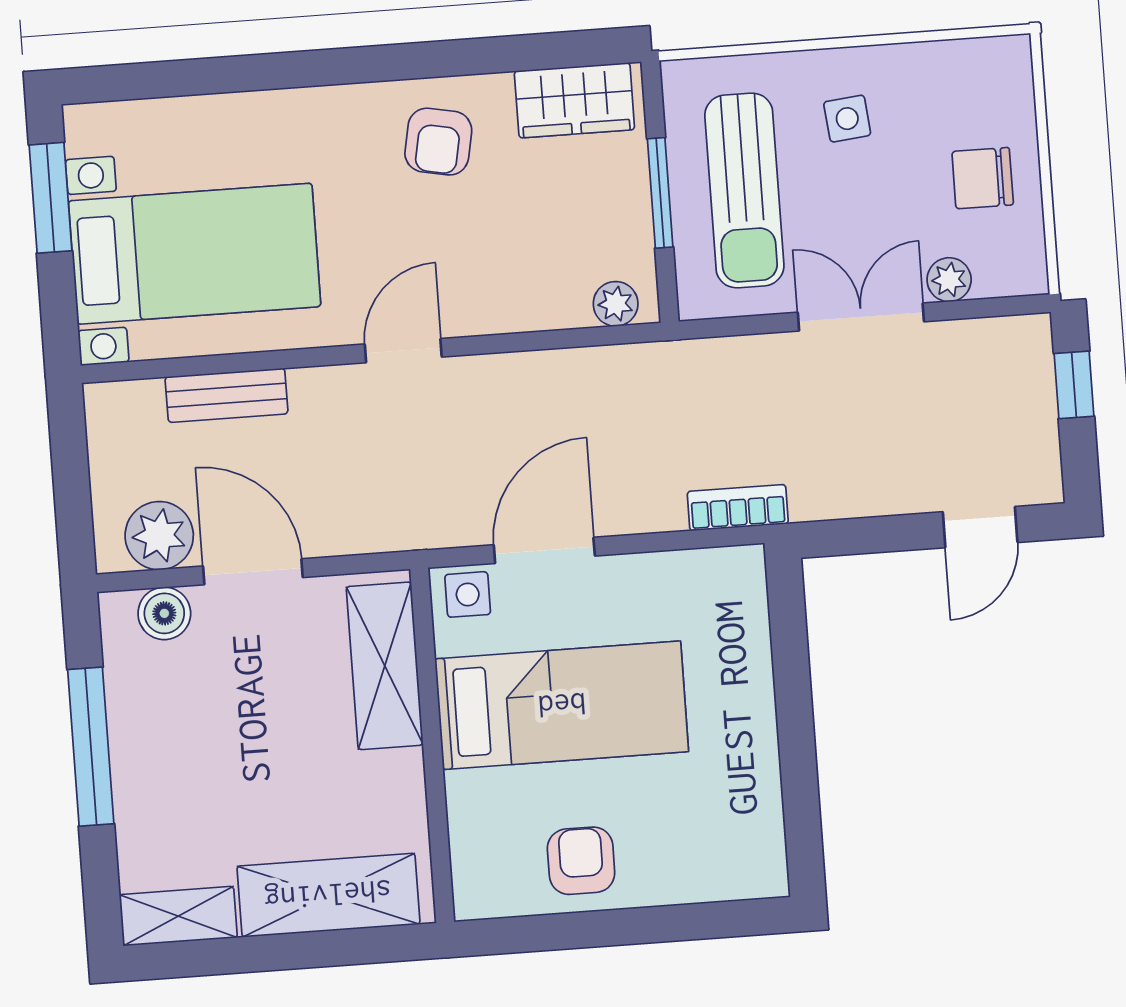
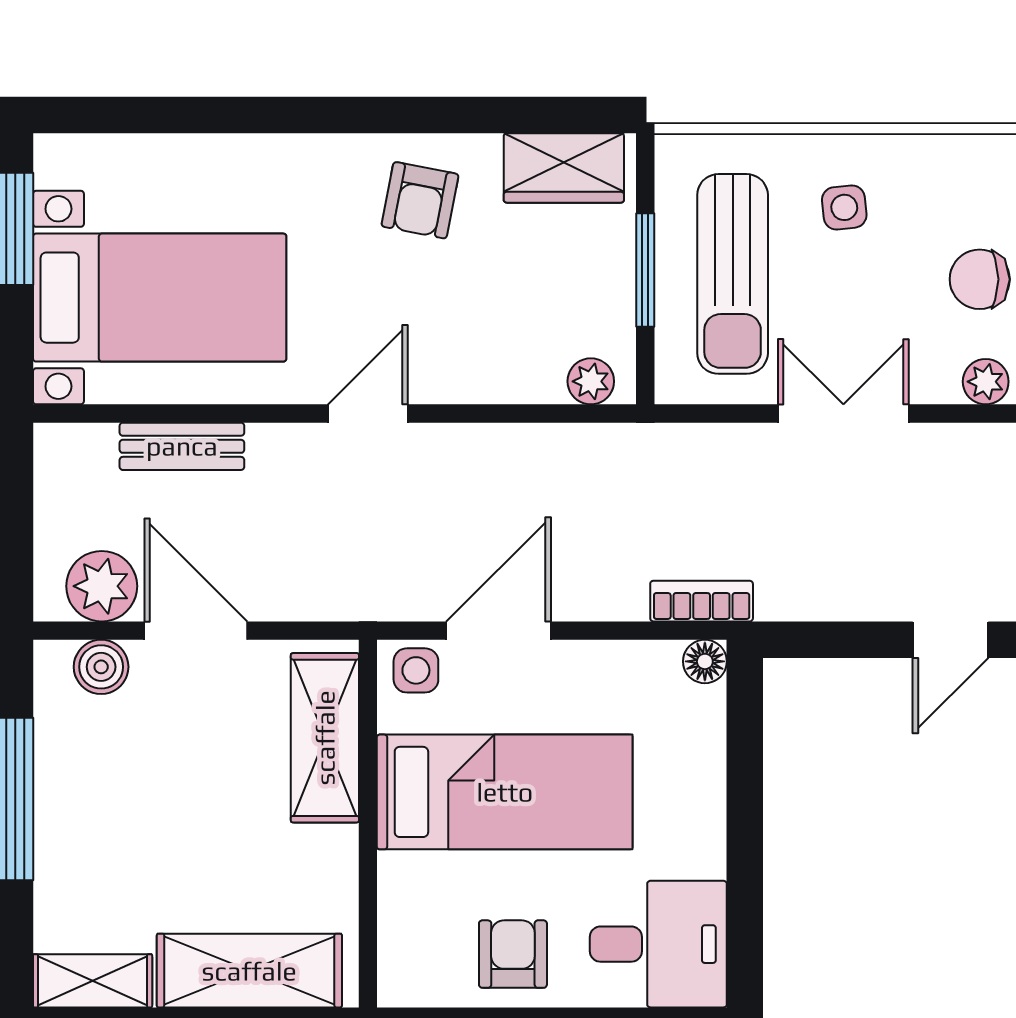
plant: (949, 280) -> (986, 382), moved
floor lamp: (745, 565) -> (705, 661), added
desk: (720, 841) -> (658, 944), added

